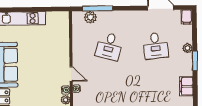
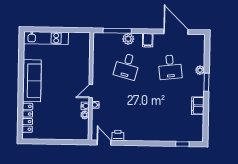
plant: (90, 17) -> (128, 39), moved
filing cabinet: (187, 17) -> (148, 40), moved
door: (71, 74) -> (91, 91), swing flipped

